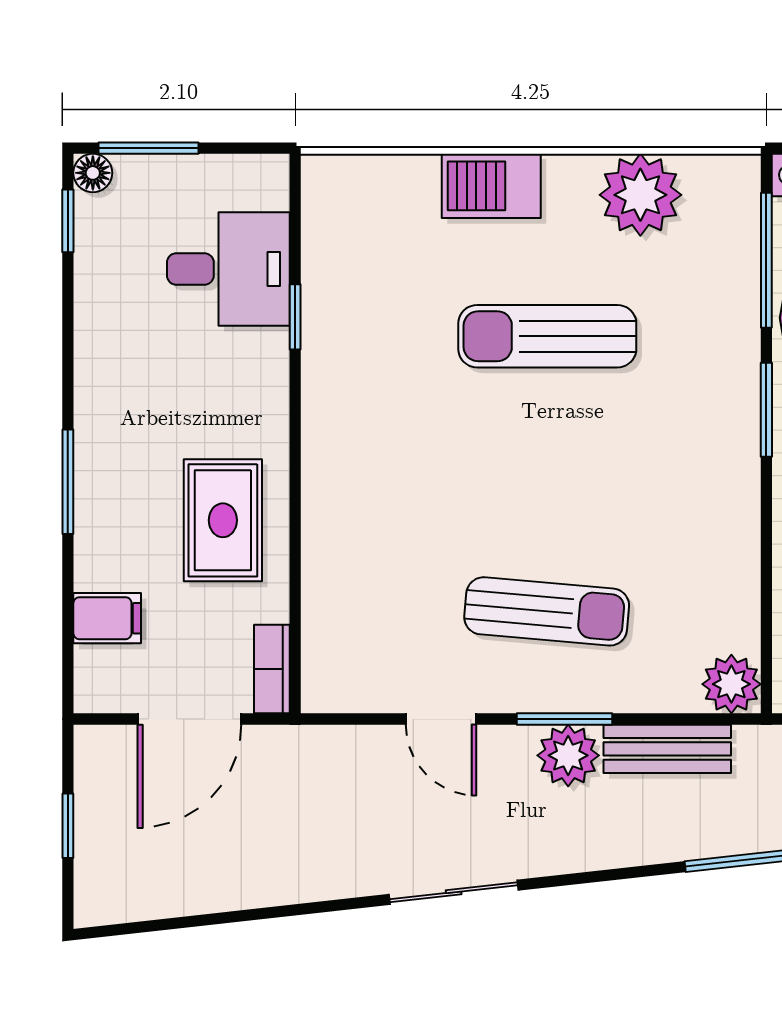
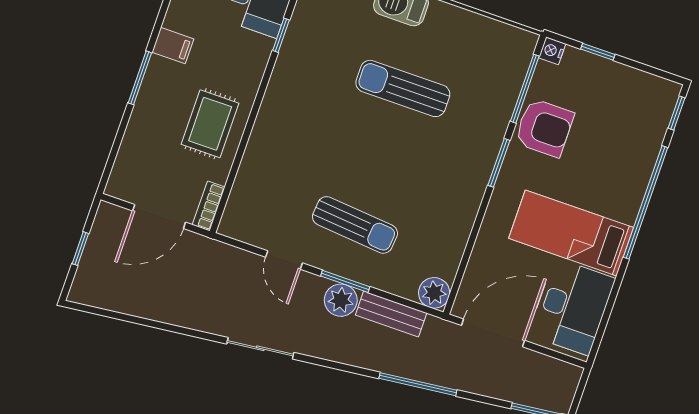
plant: (640, 195) -> (474, 34), removed
filing cabinet: (107, 618) -> (173, 46), moved

